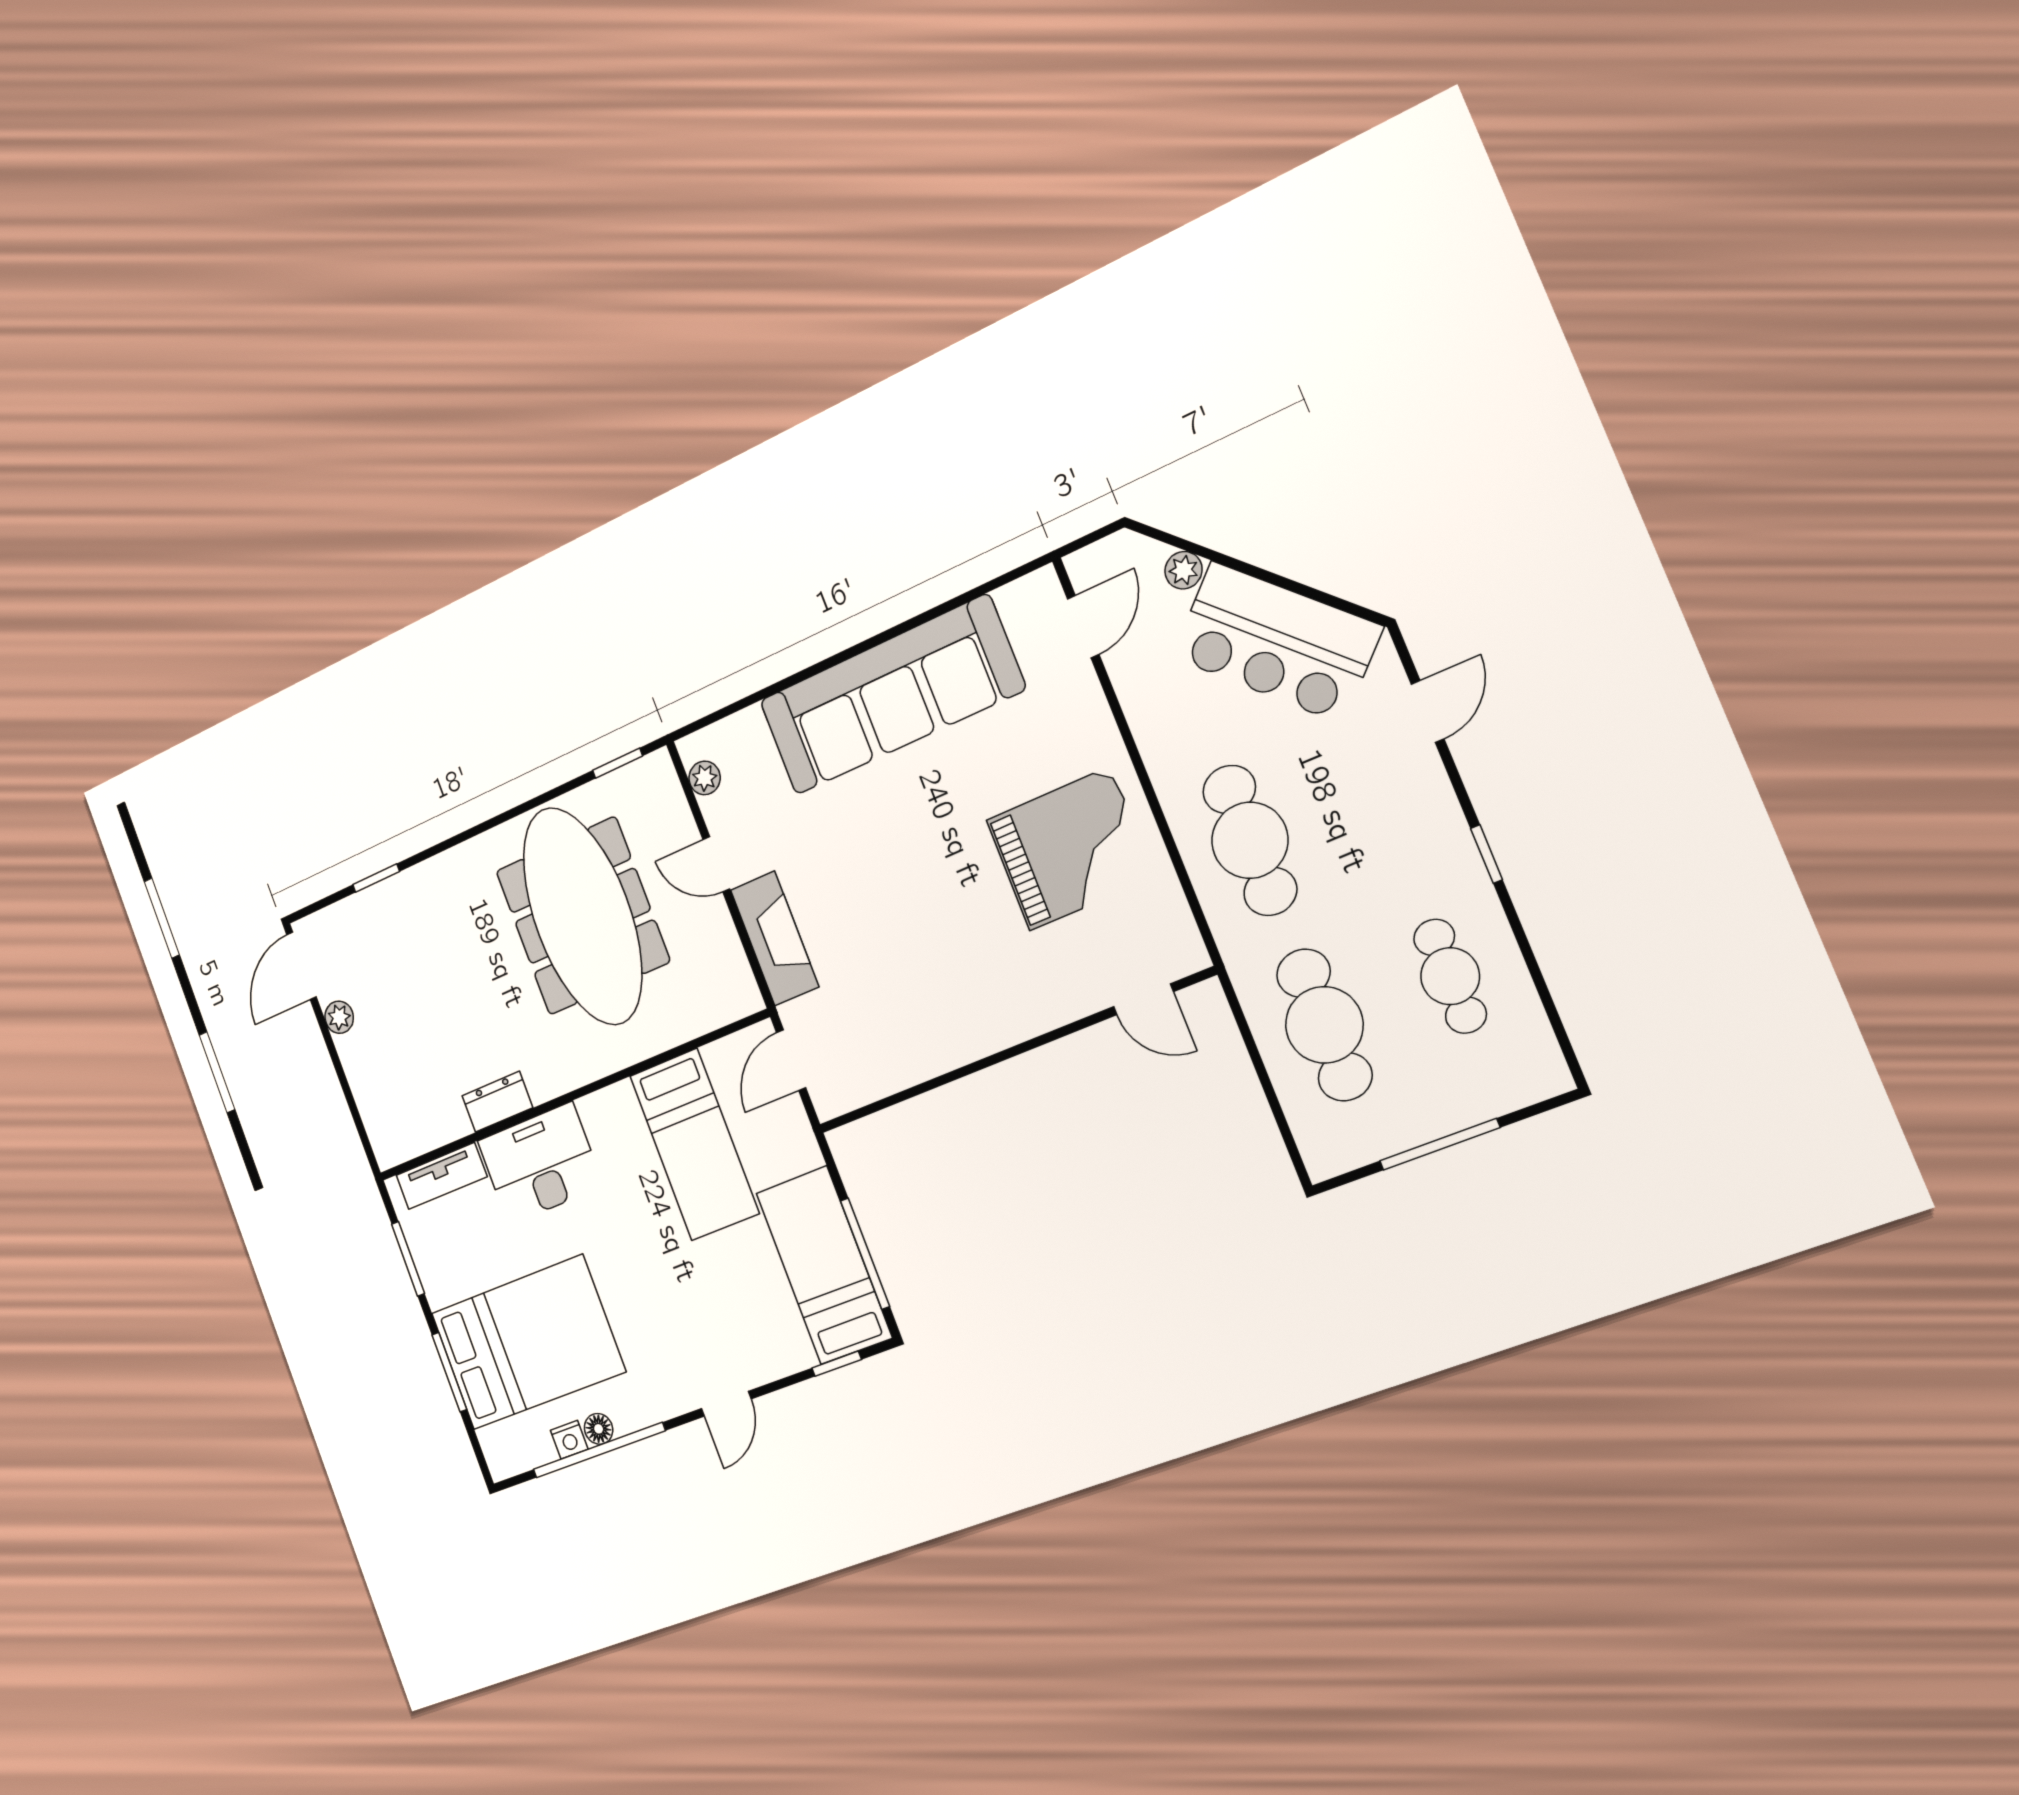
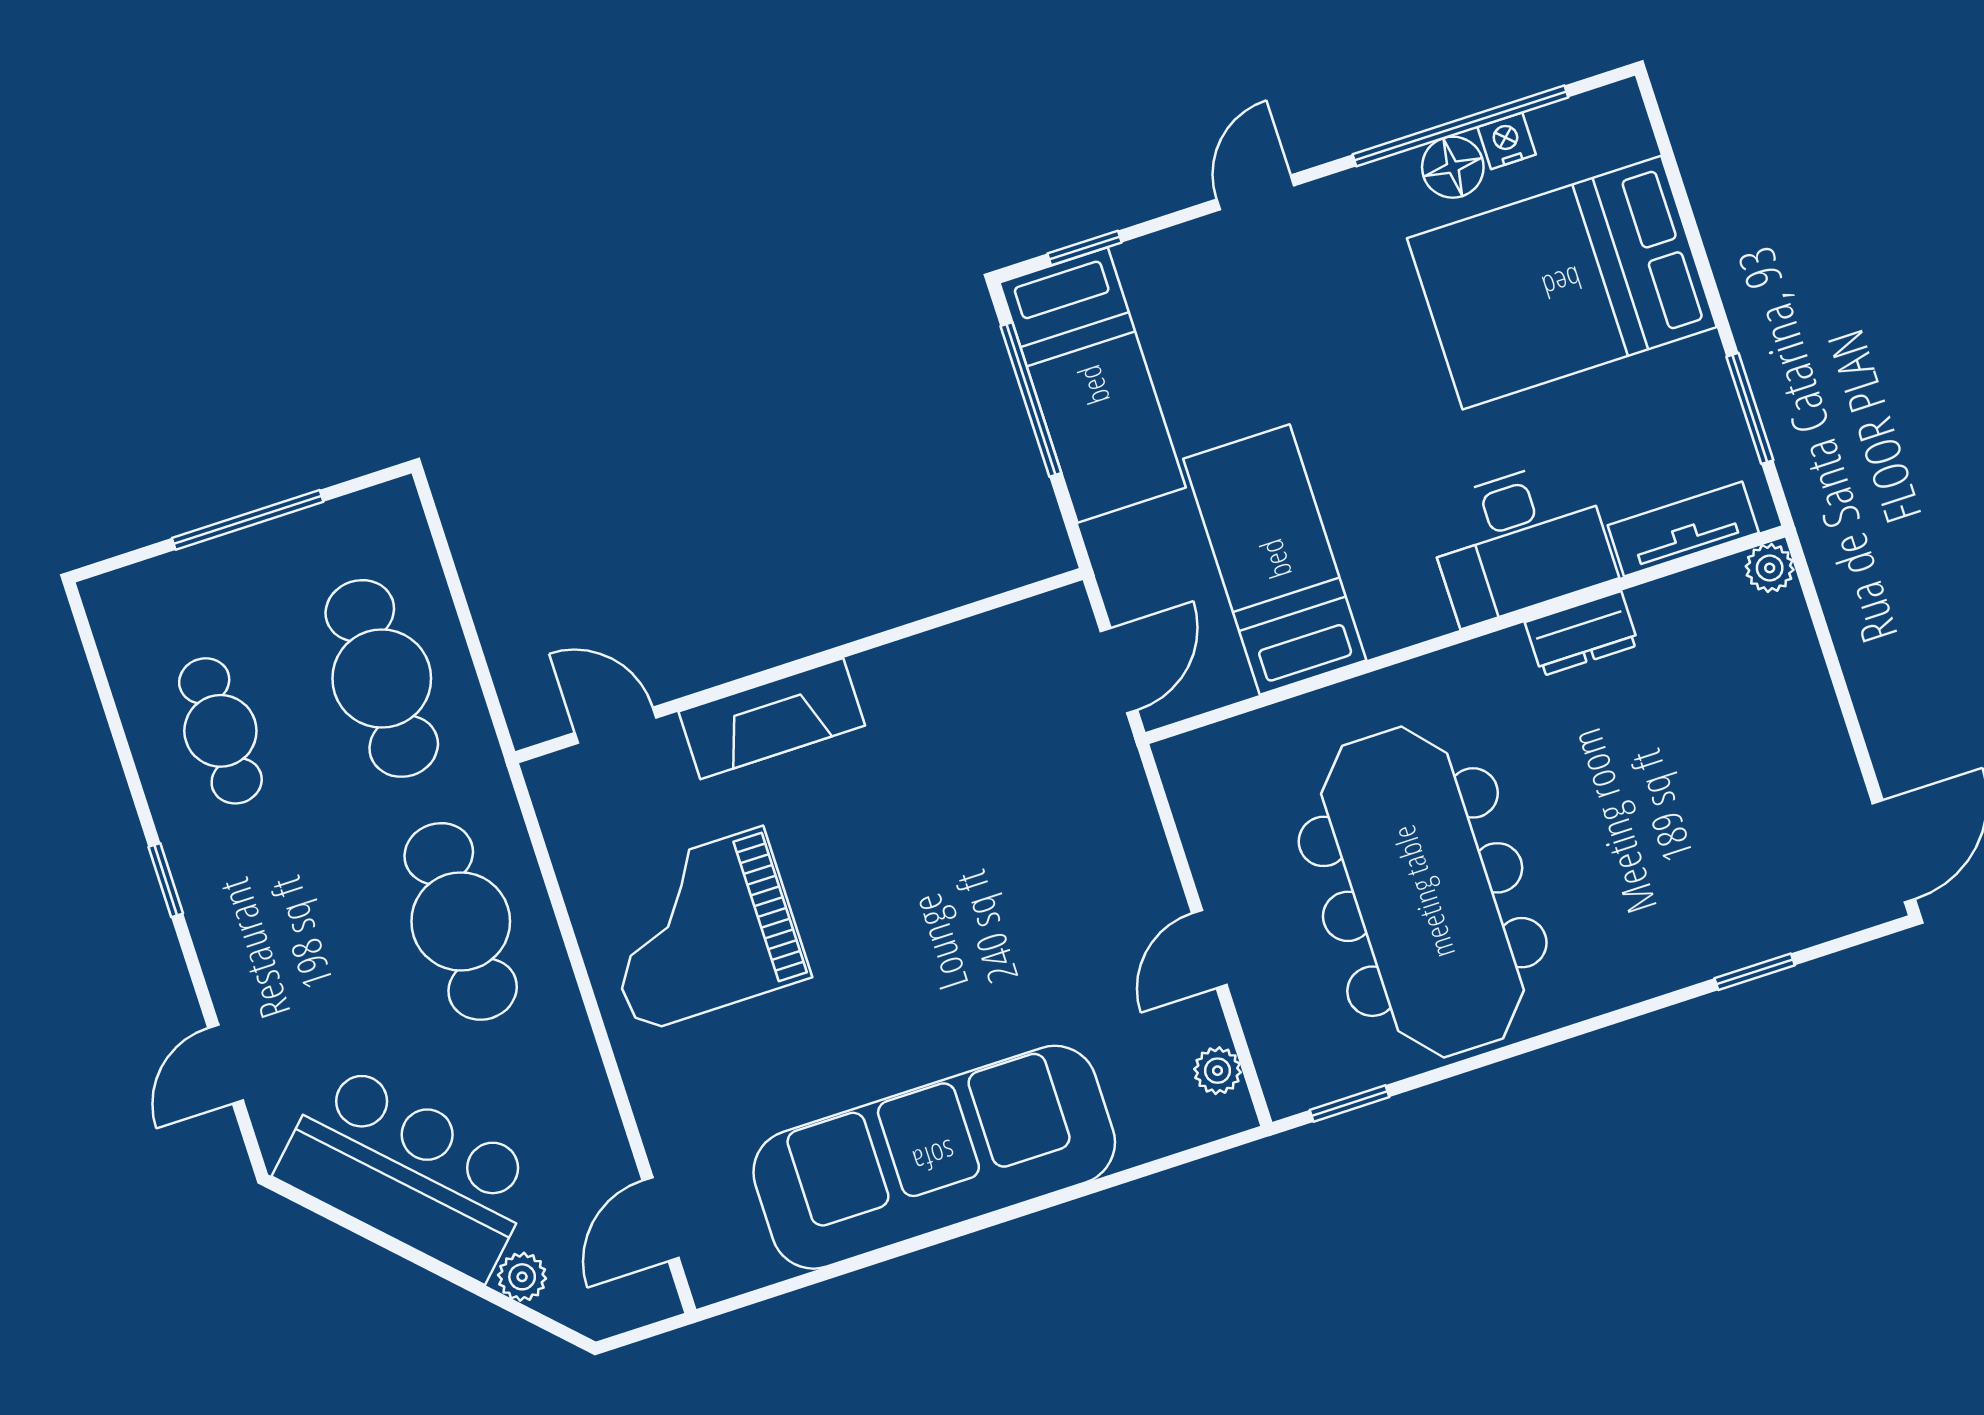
door: (716, 864) -> (1209, 949), swing flipped
fireplace: (775, 938) -> (772, 719), moved, turned -90
plant: (339, 1017) -> (1770, 568), moved
window: (449, 1372) -> (1695, 240), removed
floor lamp: (599, 1429) -> (1453, 167), width x1.37, depth x1.37

